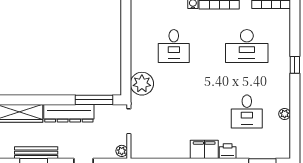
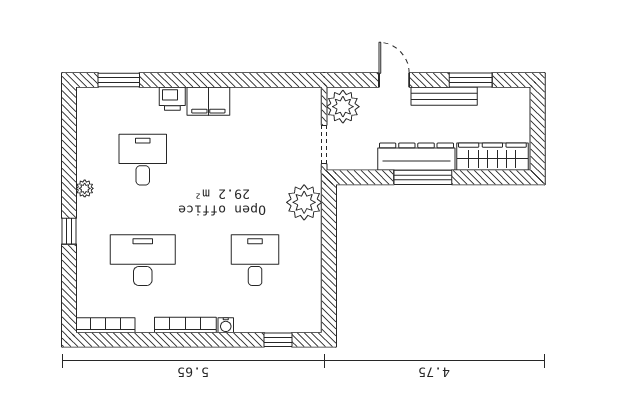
window: (94, 100) -> (423, 177), moved
plant: (285, 114) -> (85, 188), moved
plant: (122, 151) -> (343, 107), width x1.87, depth x1.87
bench: (36, 153) -> (444, 96), moved

